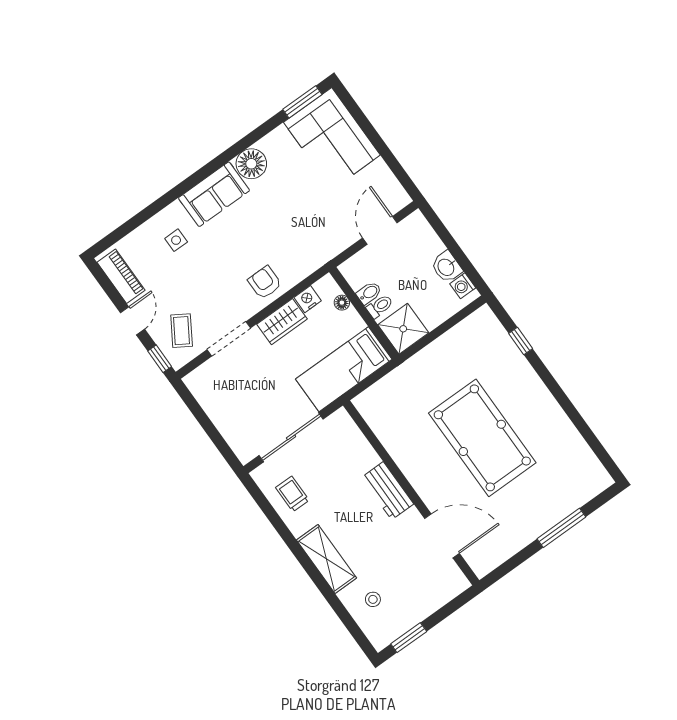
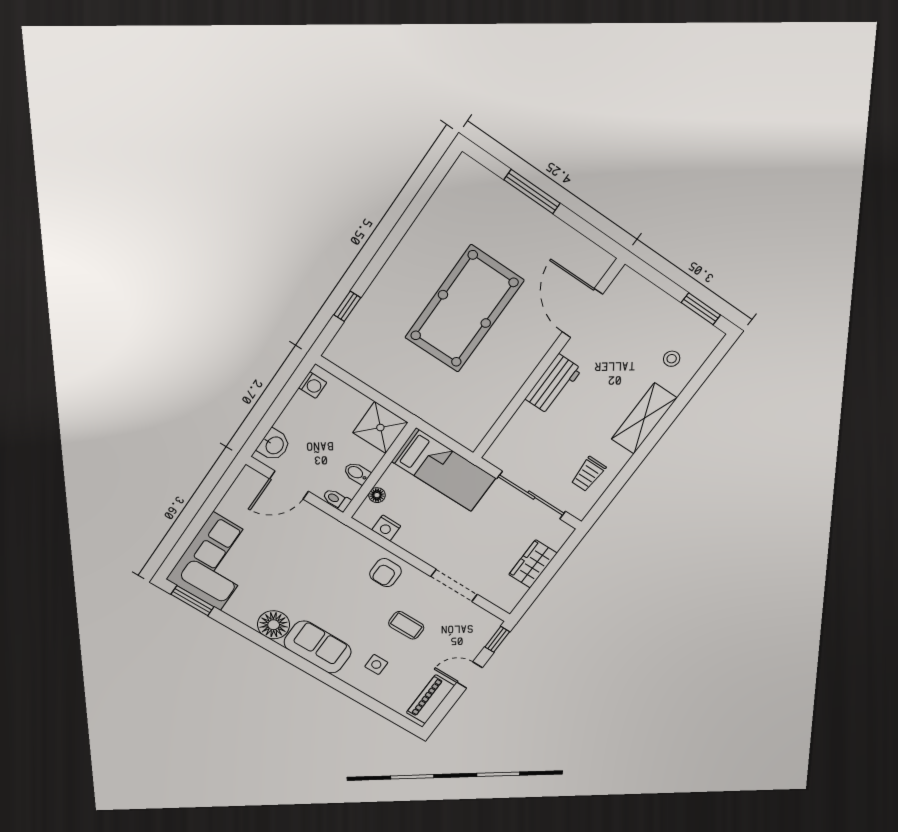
washbasin: (446, 267) -> (274, 445), moved
toilet: (380, 306) -> (337, 500), moved
wardrobe: (282, 322) -> (533, 564), moved, turned -90
coffee table: (182, 331) -> (406, 625), moved, turned 58

